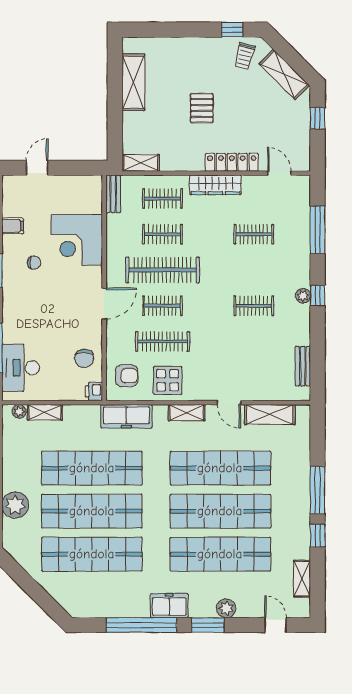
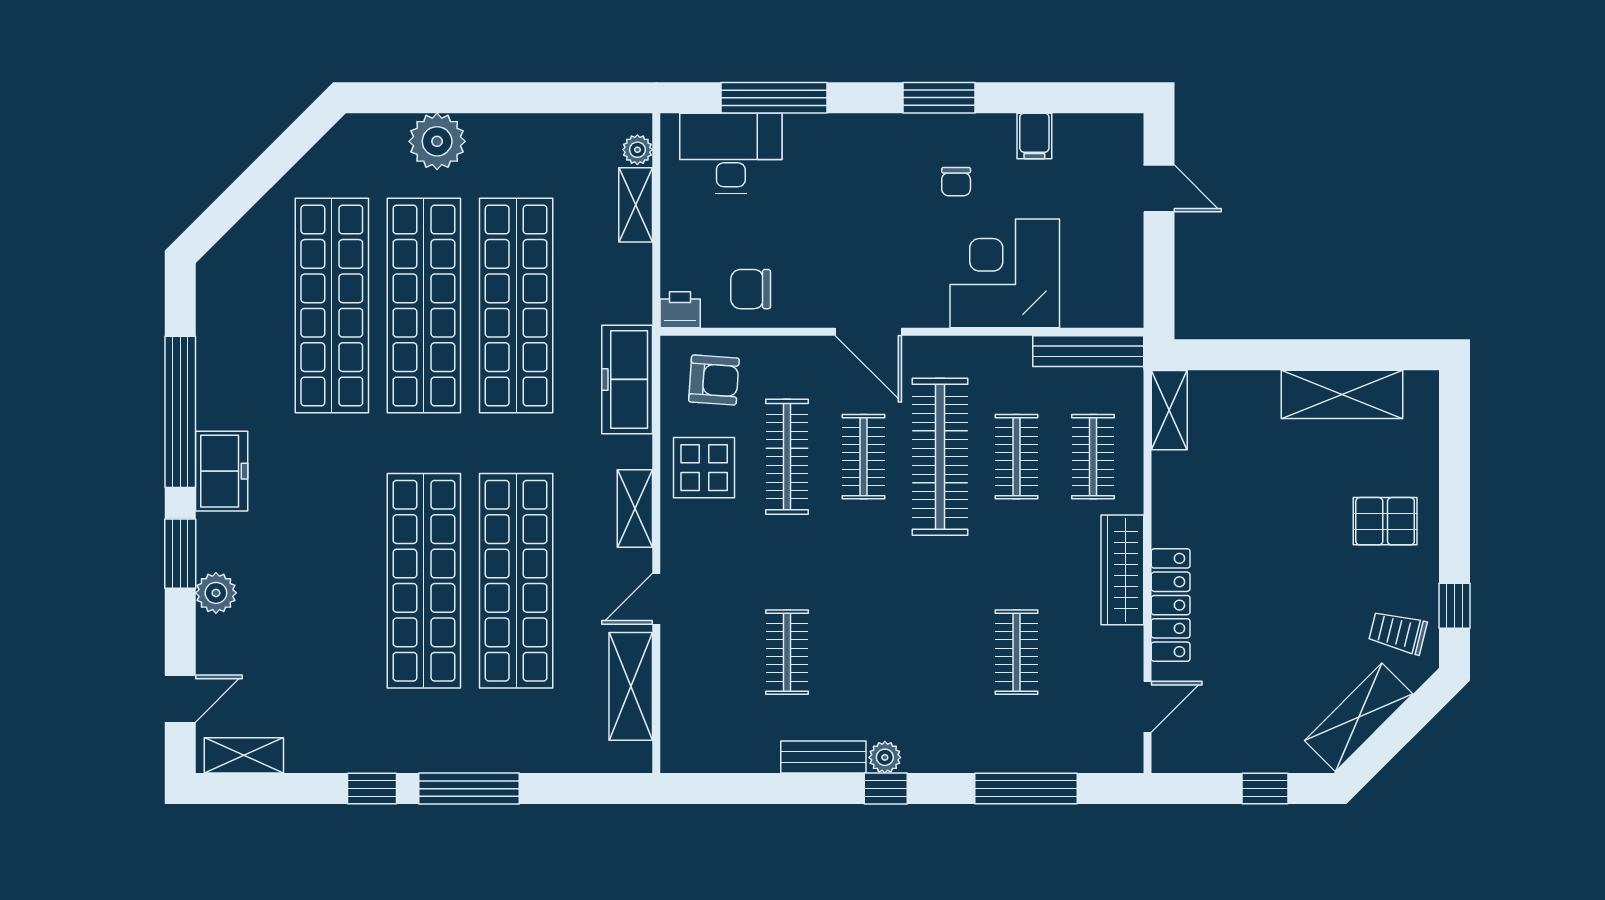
pallet: (202, 108) -> (1385, 521), moved
bench: (113, 194) -> (1088, 351), width x1.36
clothes rail: (254, 306) -> (787, 652), moved
bench: (303, 366) -> (823, 757), moved
armchair: (127, 376) -> (714, 380), turned -86
shop shelf: (220, 554) -> (332, 581), removed
shelving: (302, 579) -> (244, 755), moved

